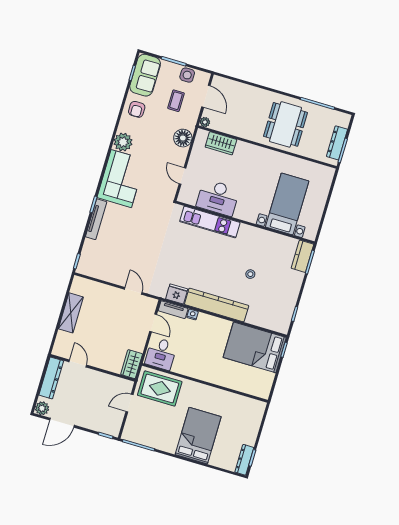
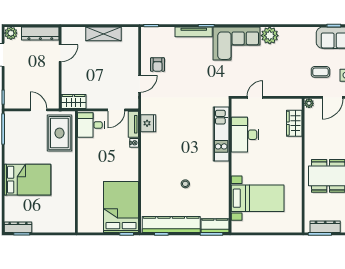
armchair: (137, 109) -> (158, 65), moved, turned -90
floor lamp: (183, 138) -> (289, 88), removed
kitchen counter: (217, 305) -> (171, 224), moved, turned -90

